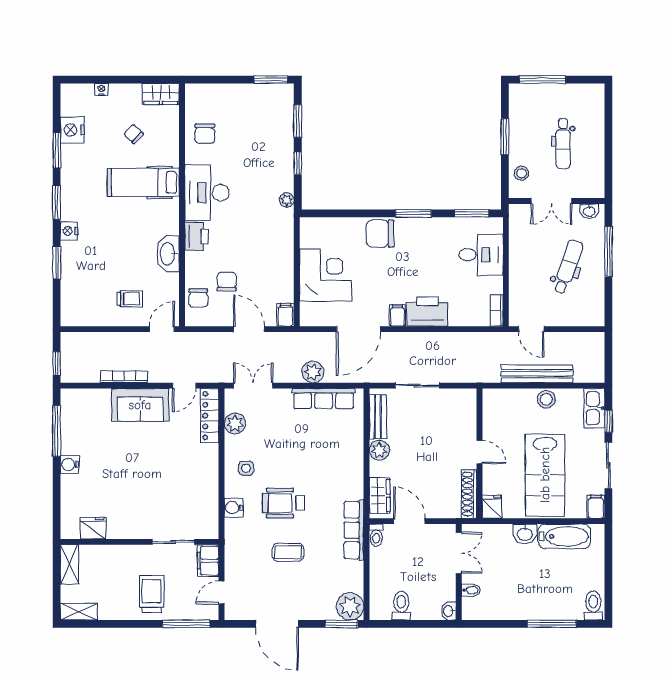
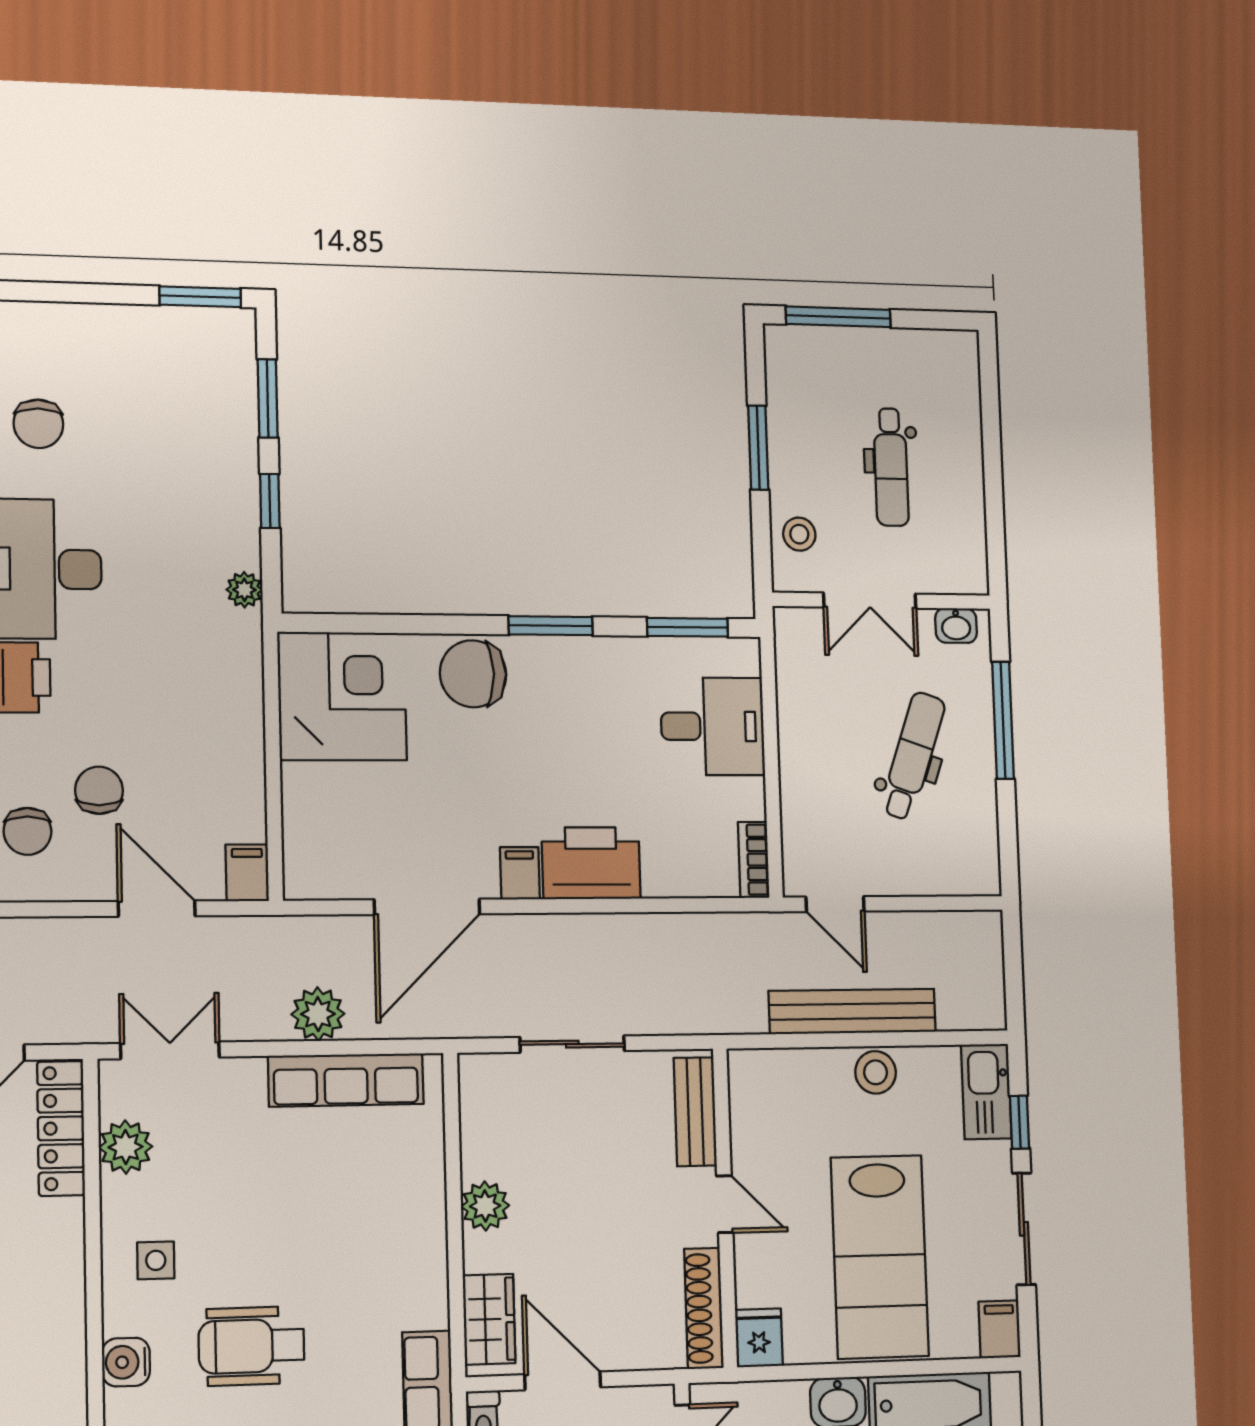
corner desk: (326, 275) -> (342, 697), moved
bench: (378, 417) -> (695, 1112), moved

